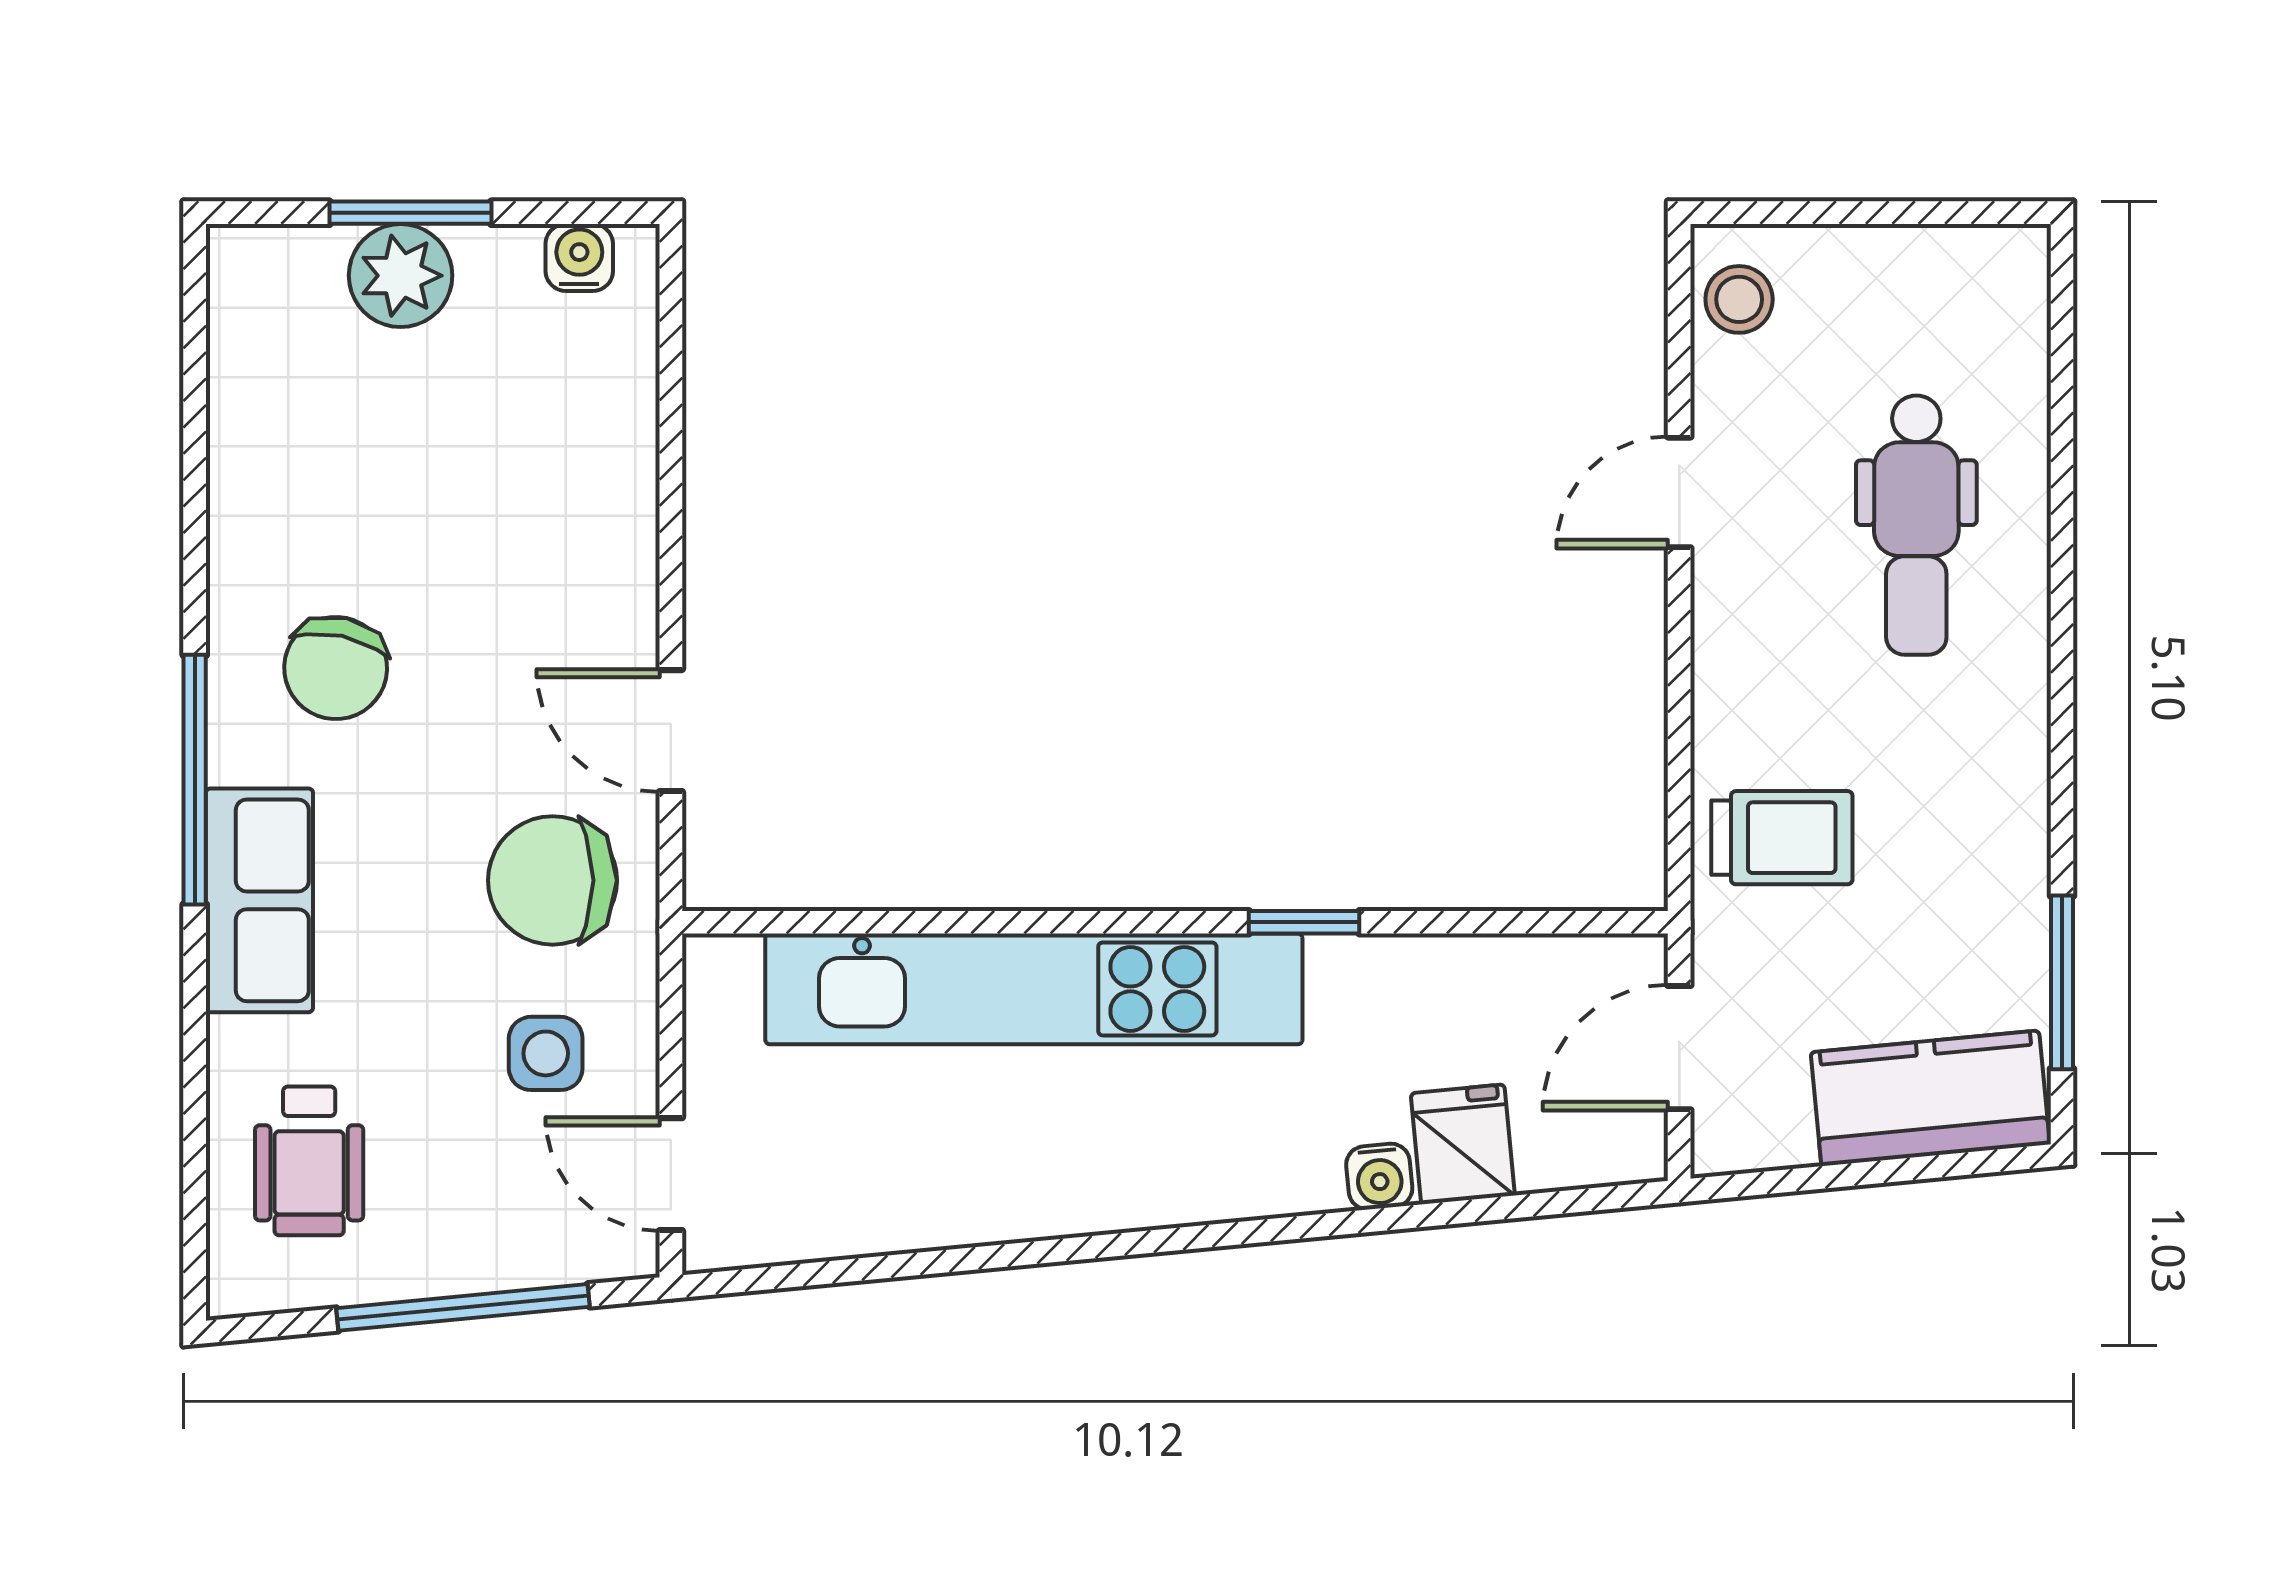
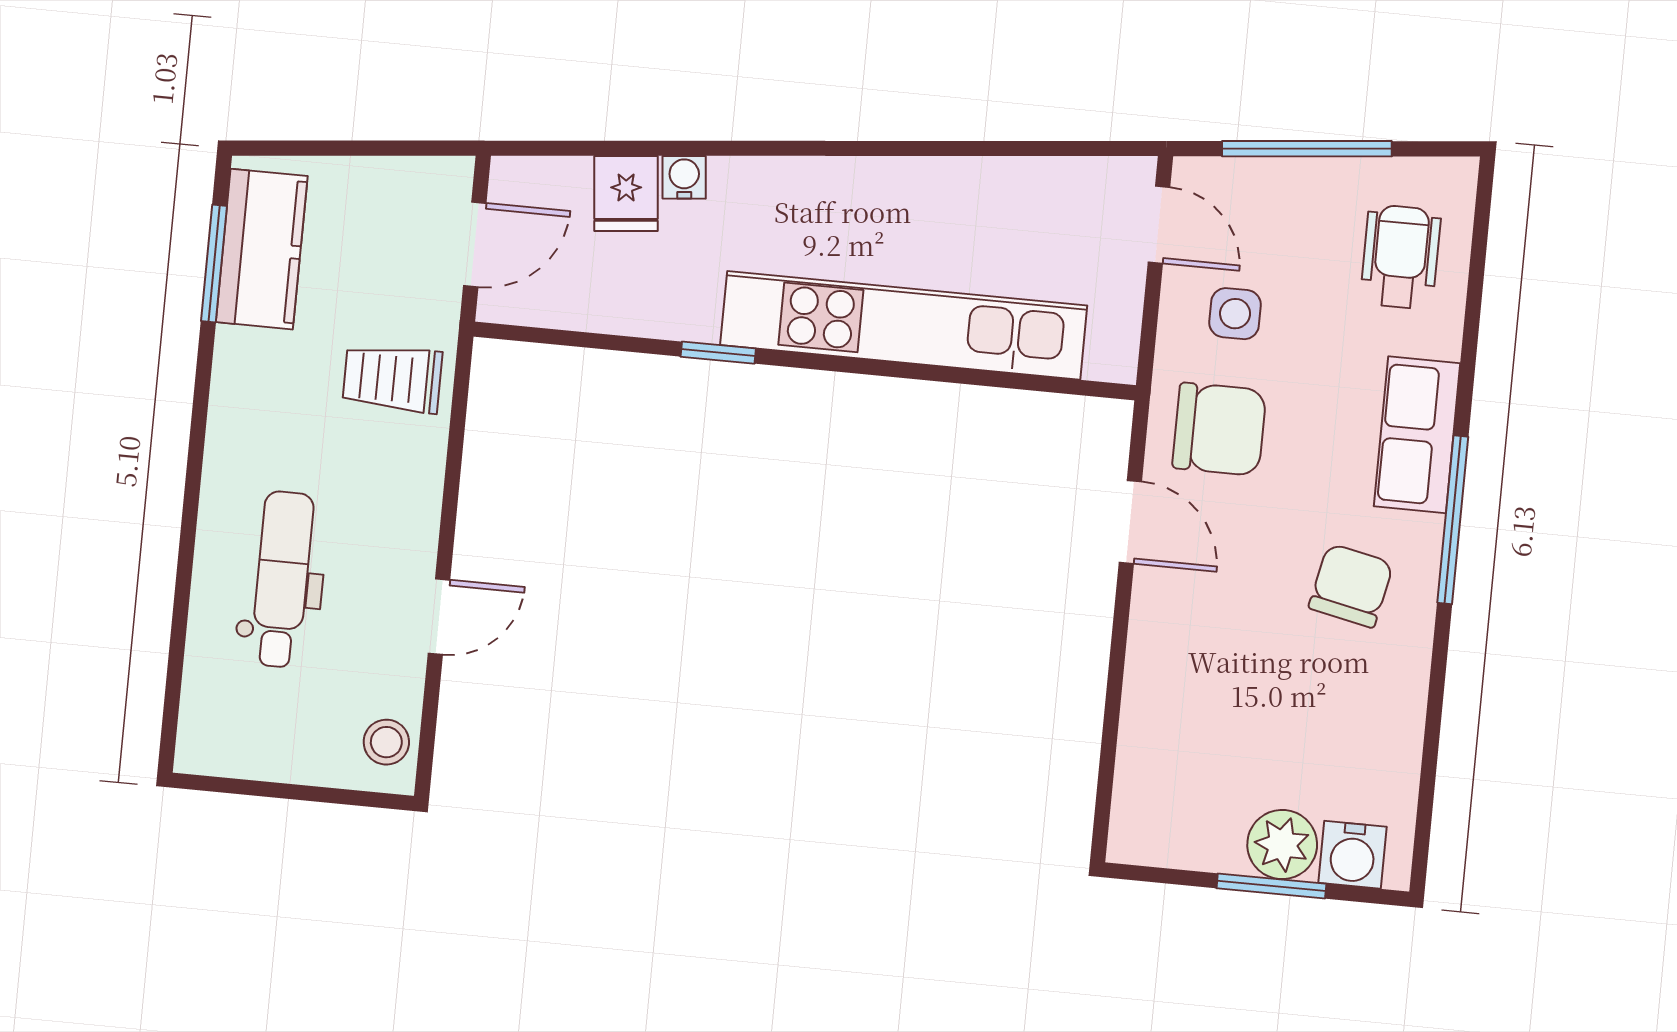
water cooler: (579, 257) -> (1353, 855), moved, width x1.38, depth x1.38
kitchen counter: (1930, 1098) -> (262, 249), moved, turned -85

